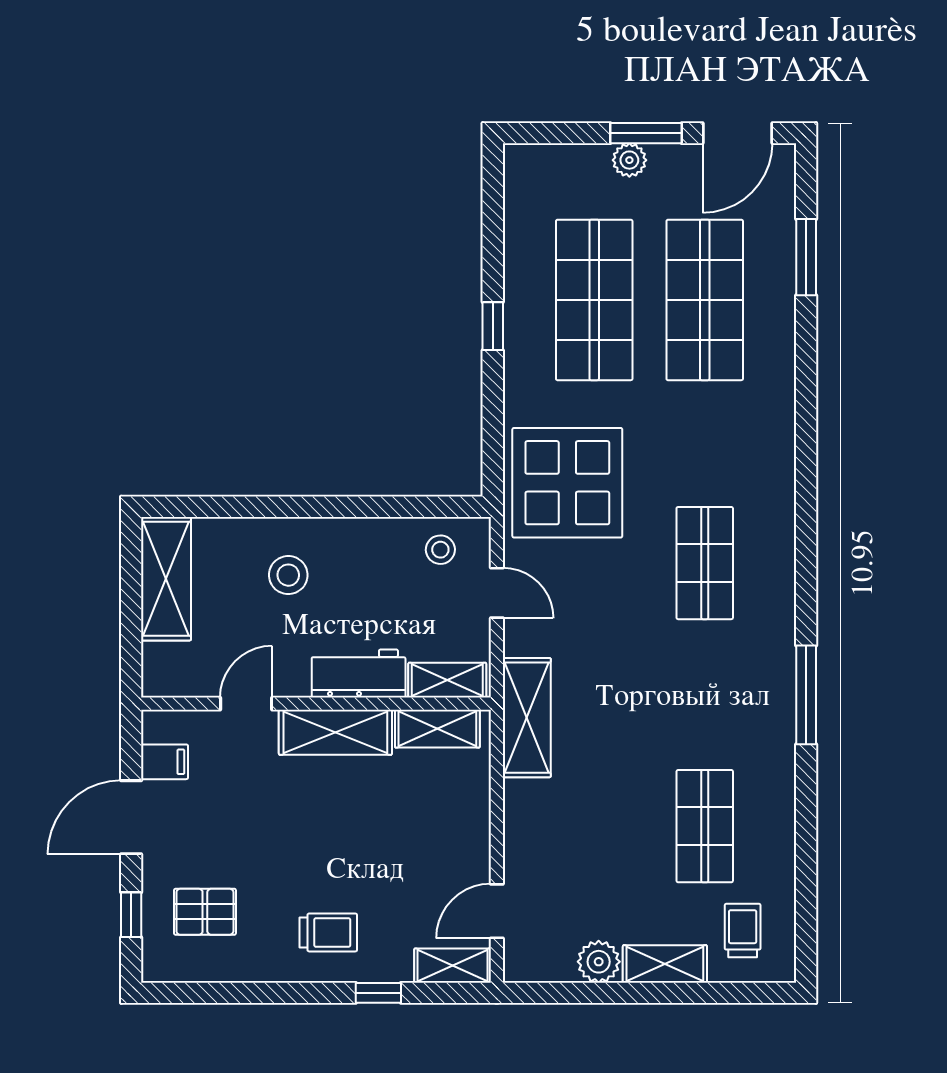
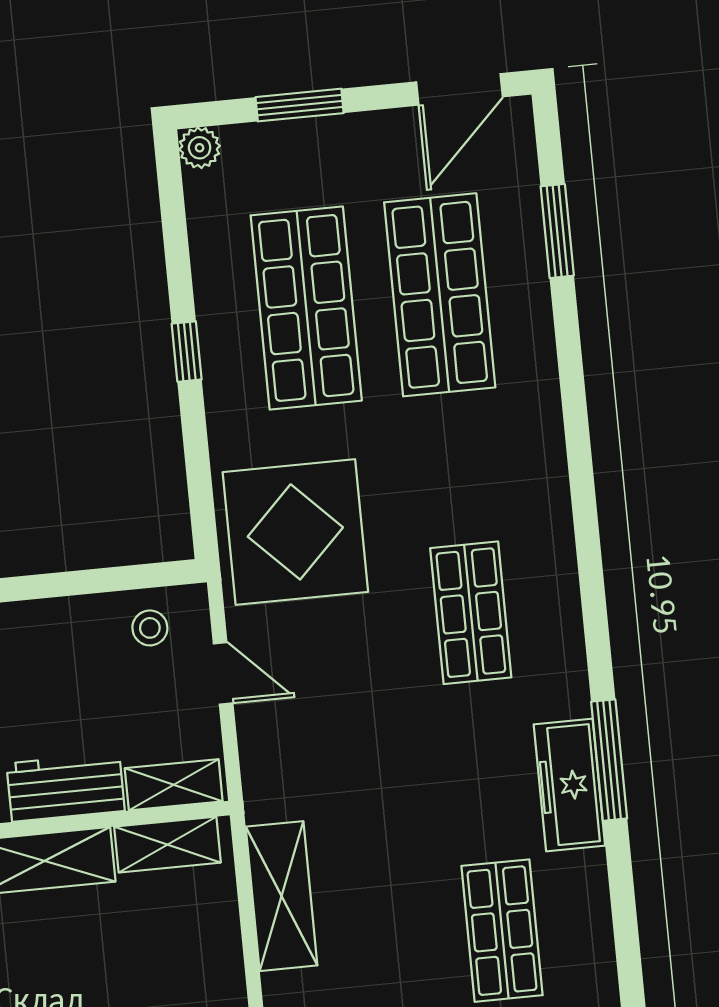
window: (646, 133) -> (300, 105), moved
plant: (629, 160) -> (200, 148), moved
freezer: (772, 712) -> (569, 785), added
shelving: (527, 718) -> (282, 896), moved

